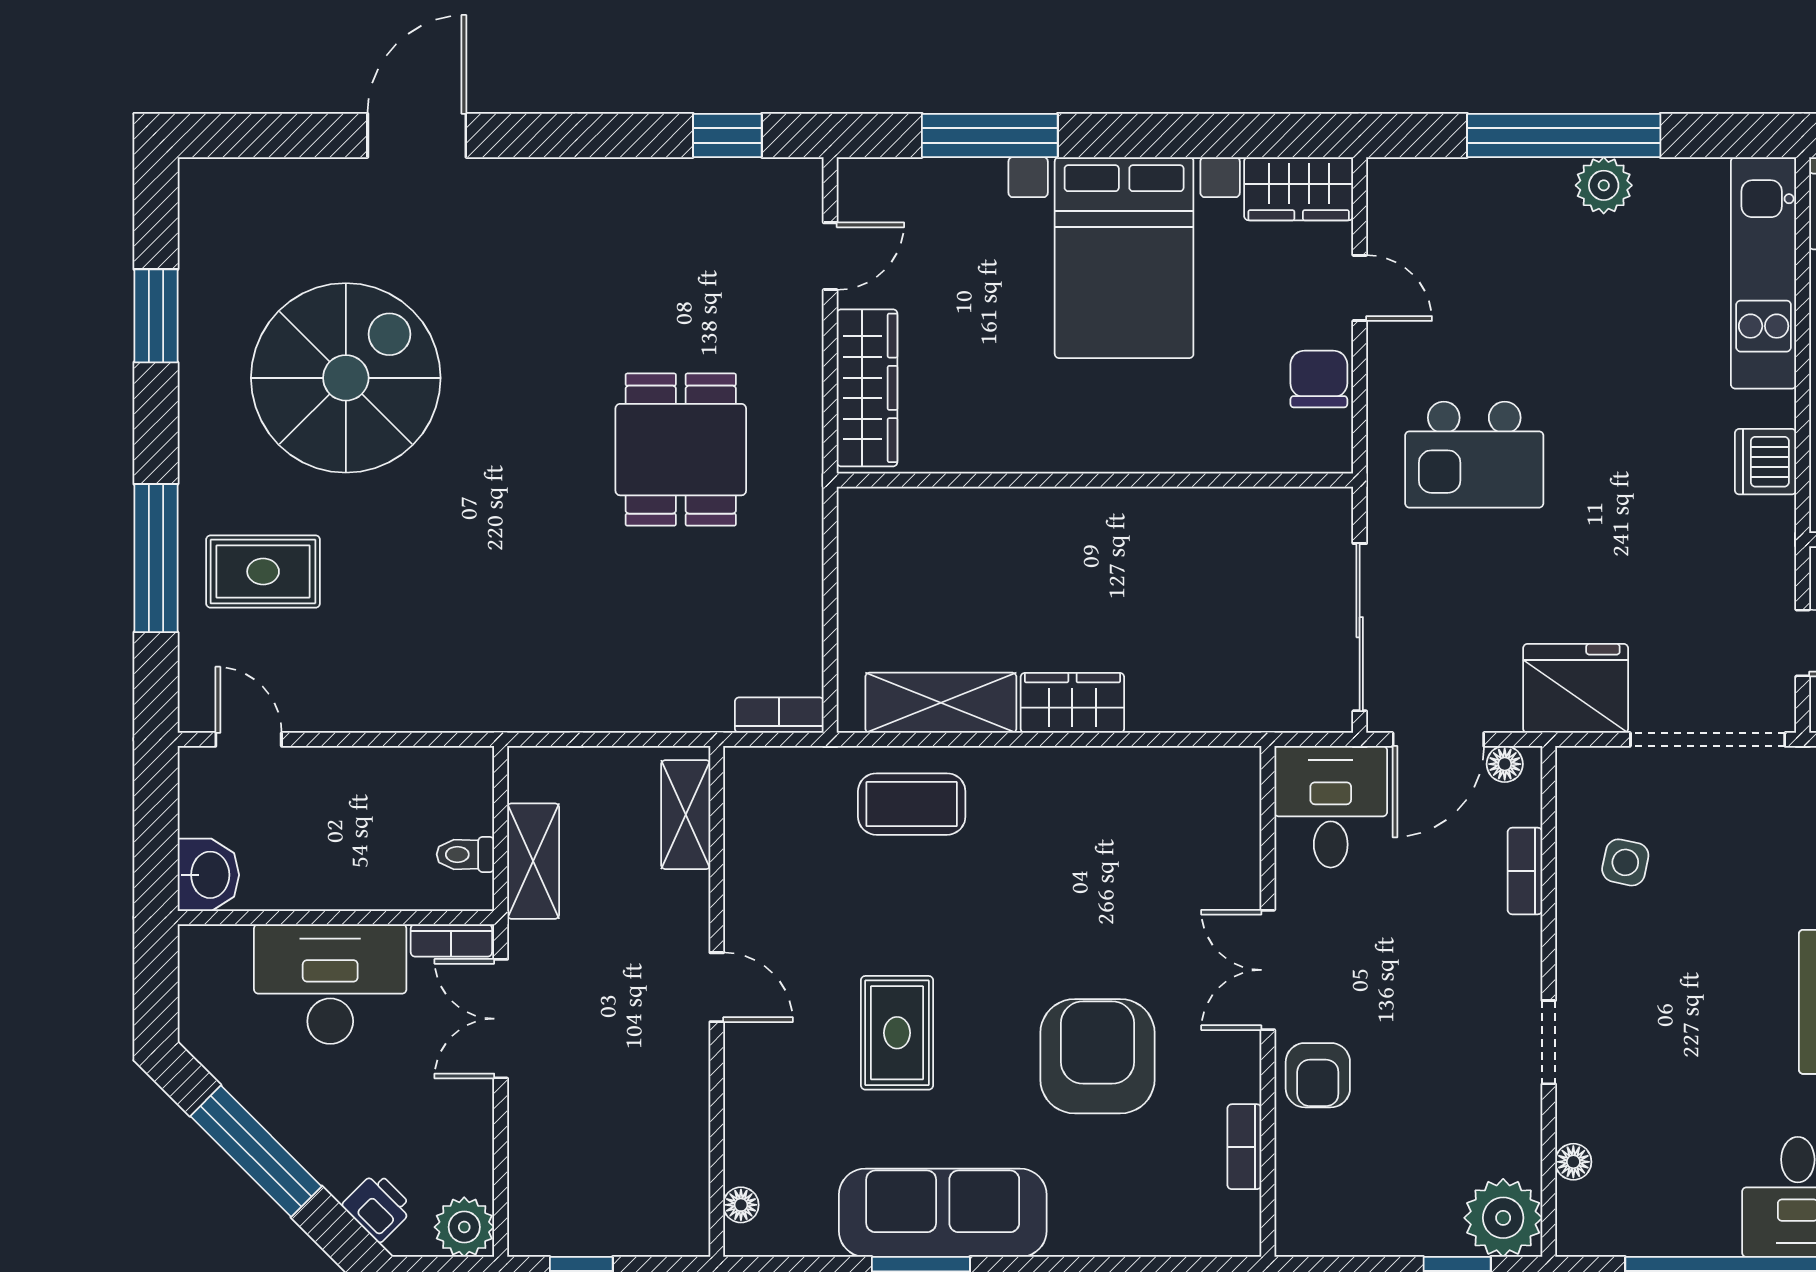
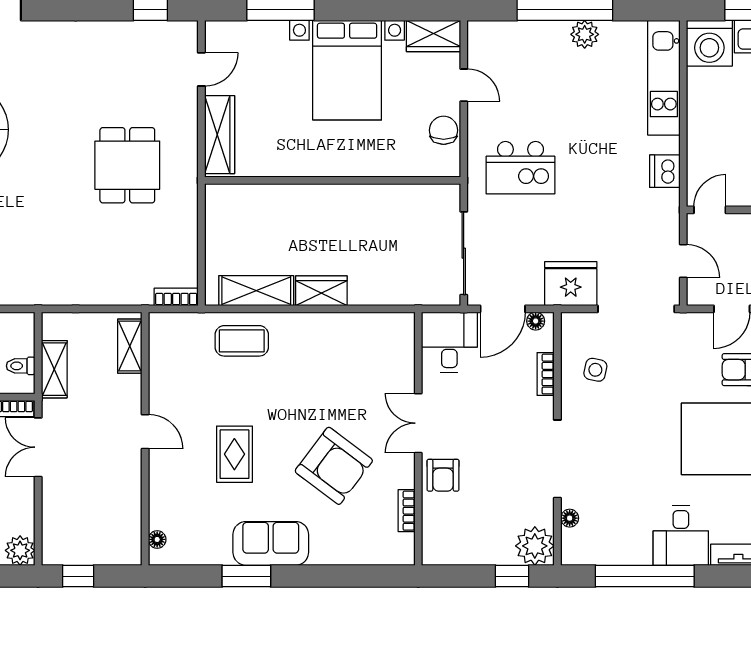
doorway: (1549, 1042) -> (557, 459), width x1.88
armchair: (1097, 1056) -> (334, 466), turned 127
sofa: (943, 1213) -> (271, 543), width x0.73

